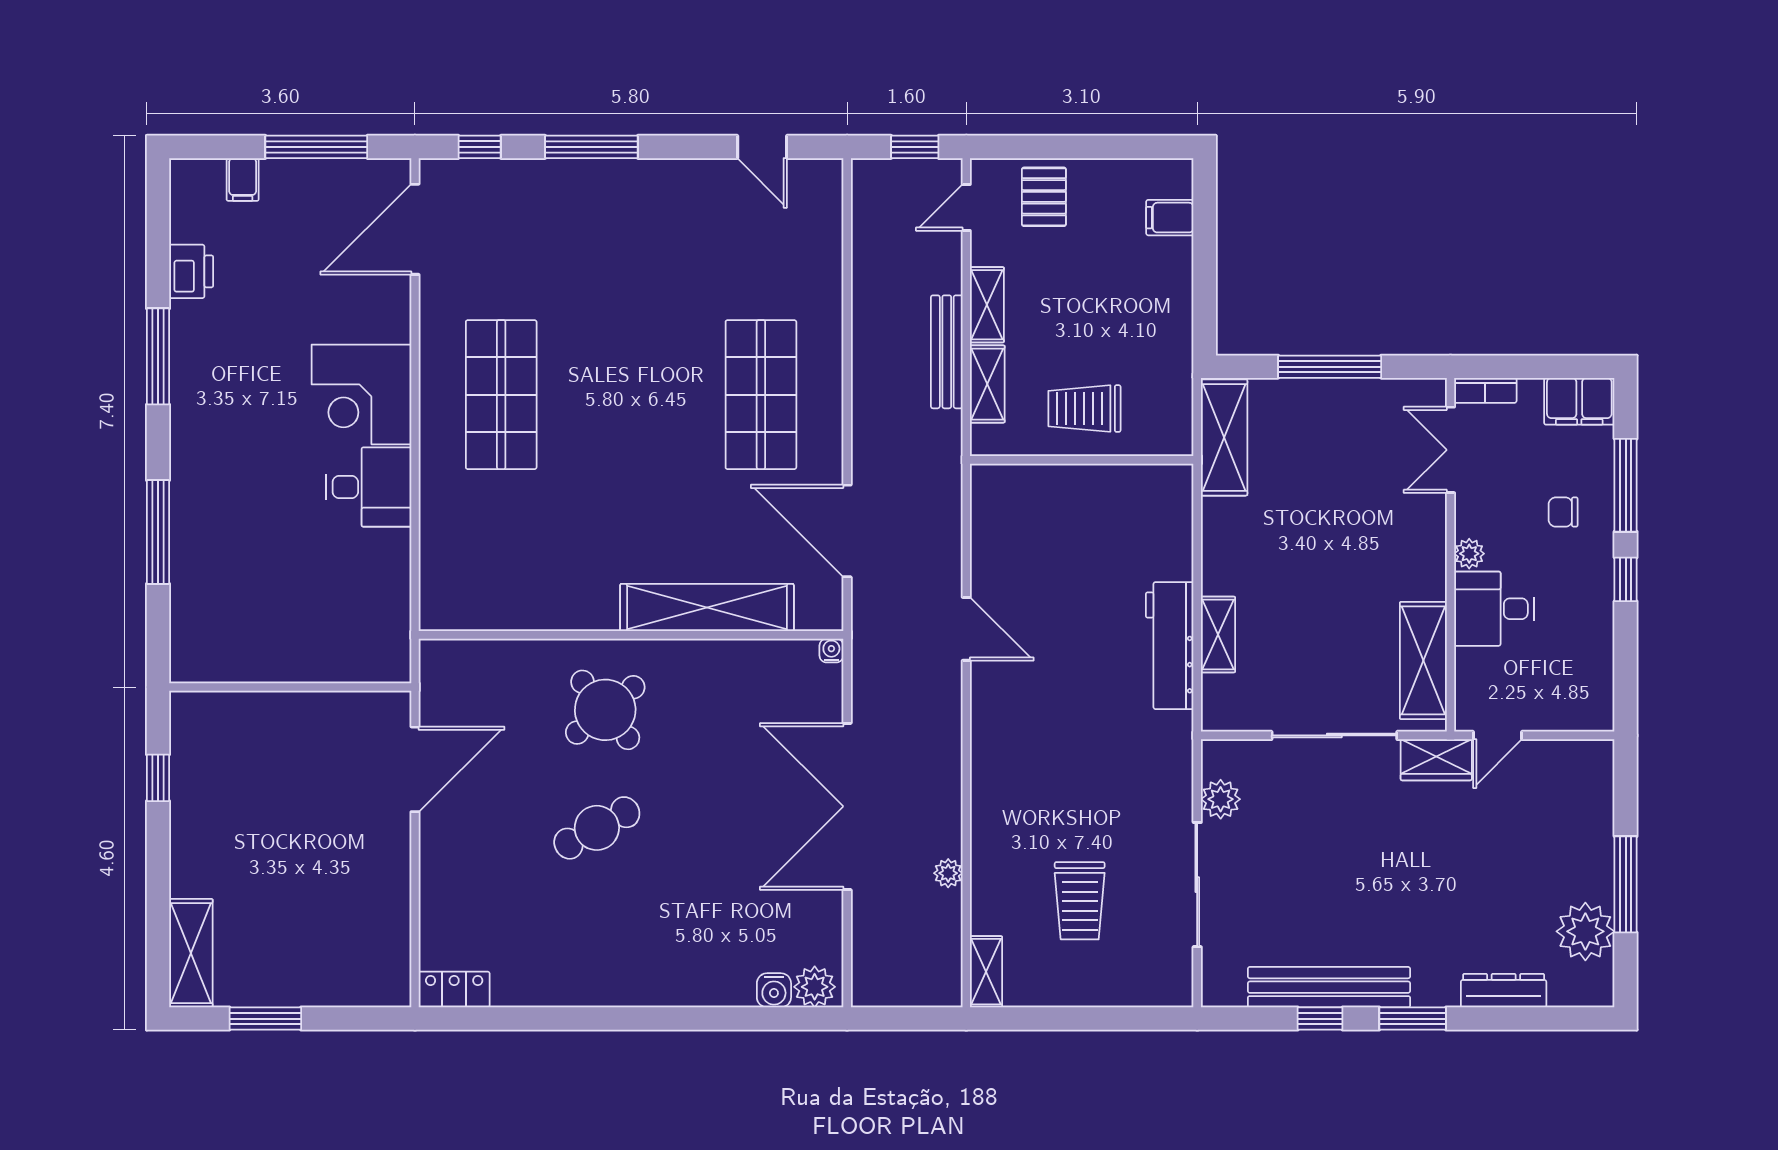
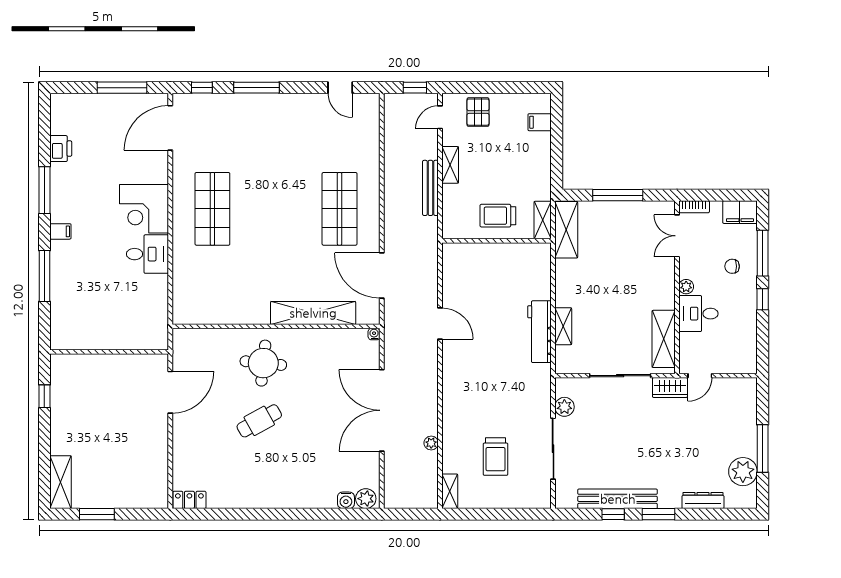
filing cabinet: (243, 180) -> (60, 231), moved, turned -90
shelving: (987, 384) -> (543, 220), moved
round table: (605, 710) -> (263, 363), turned 45

